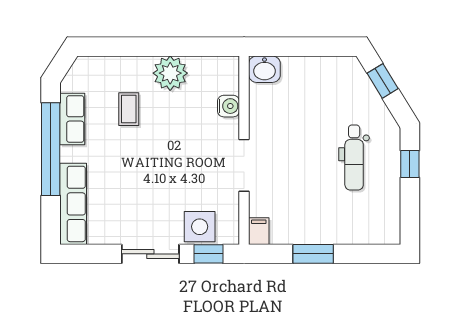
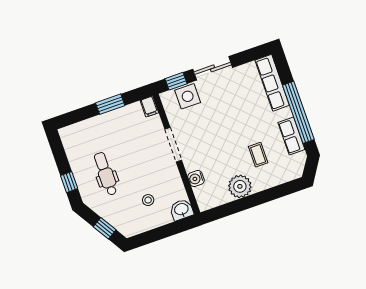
stool: (307, 99) -> (148, 200), added

